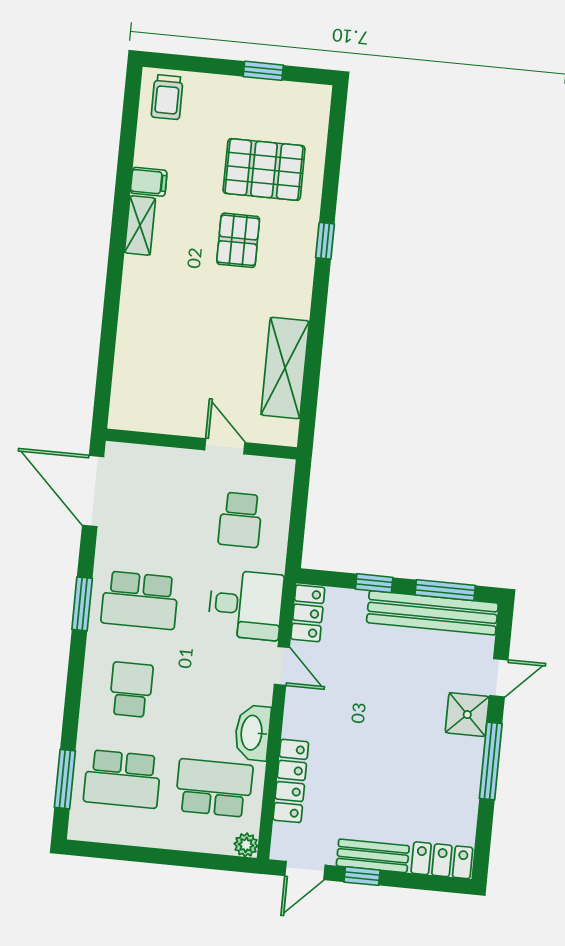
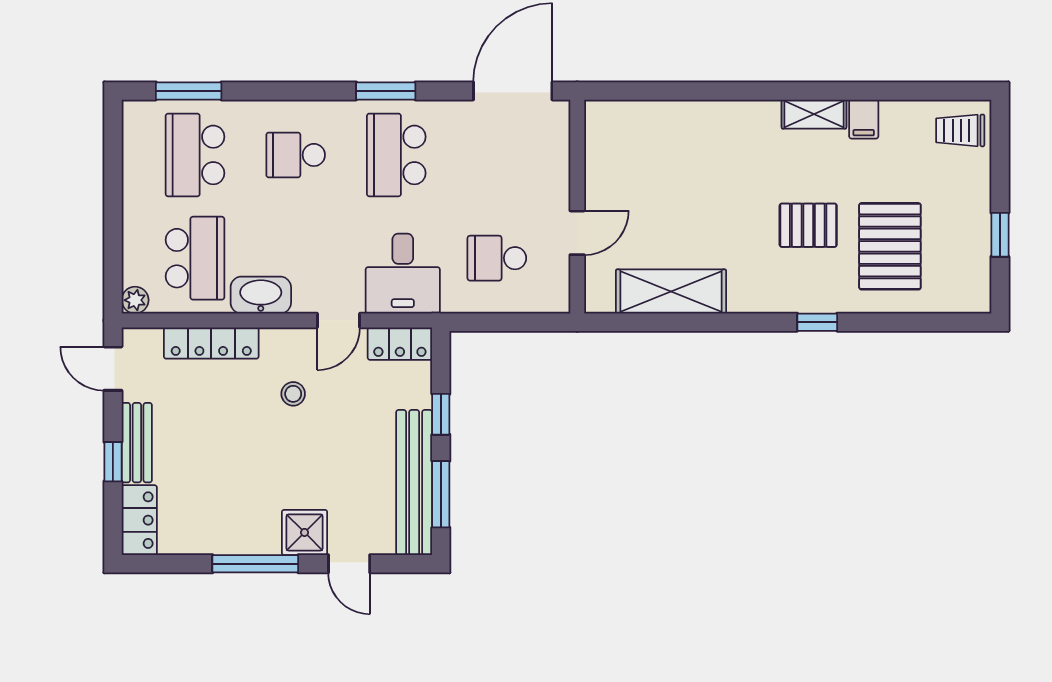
school desk: (131, 690) -> (296, 155), turned 180
stool: (343, 713) -> (293, 394), added
window: (362, 876) -> (113, 462), moved

